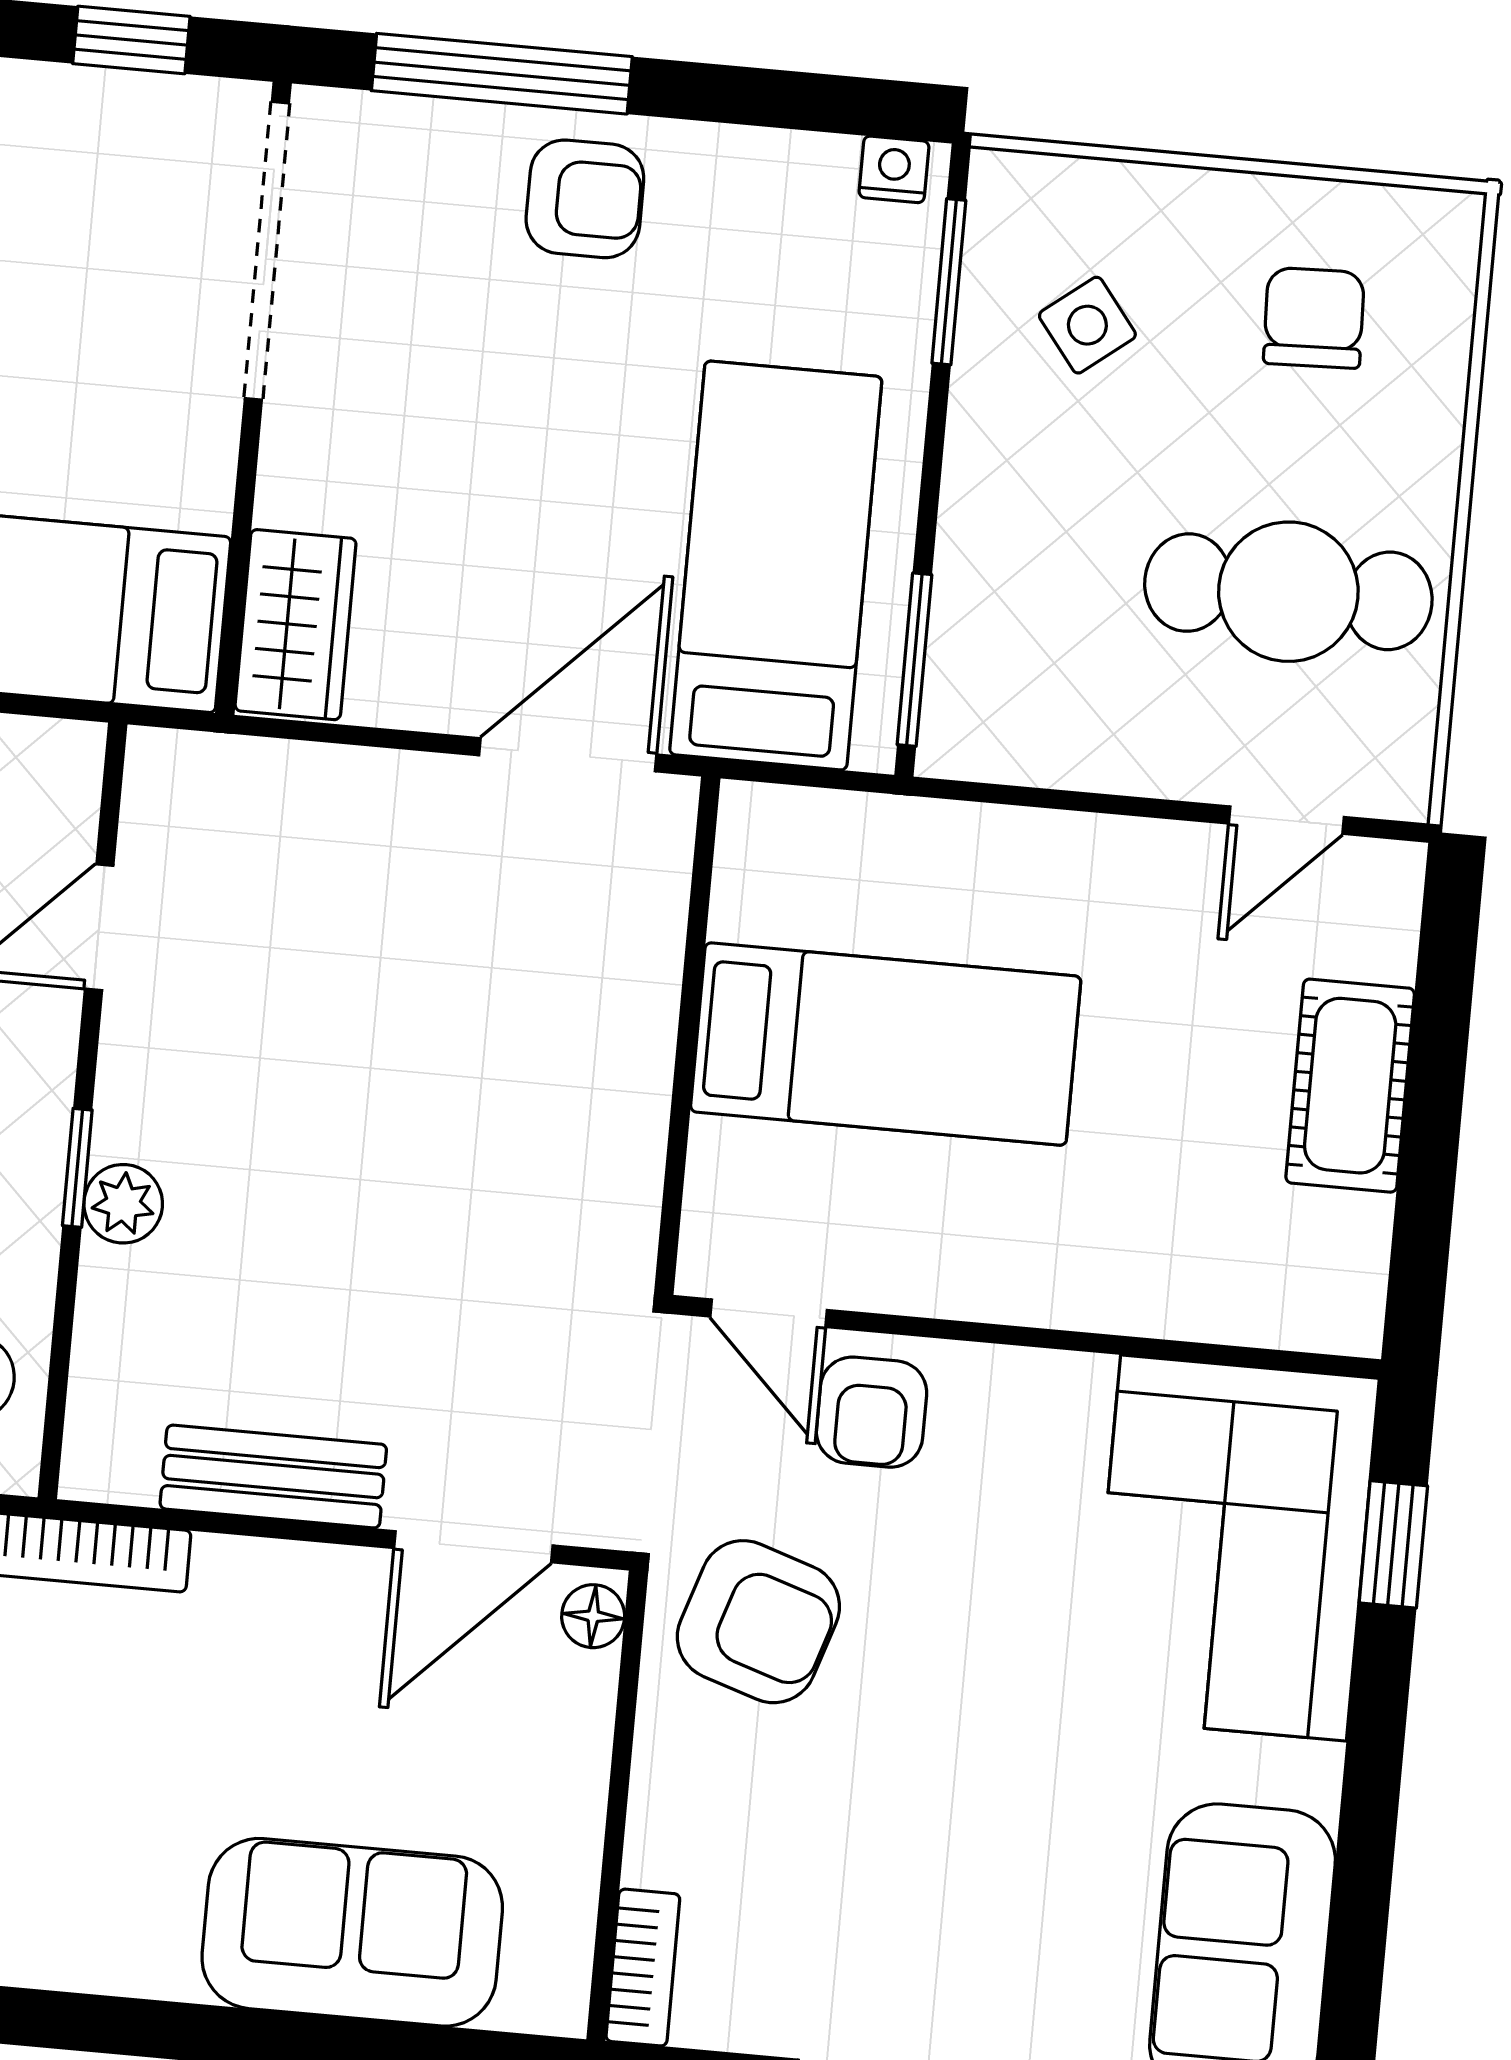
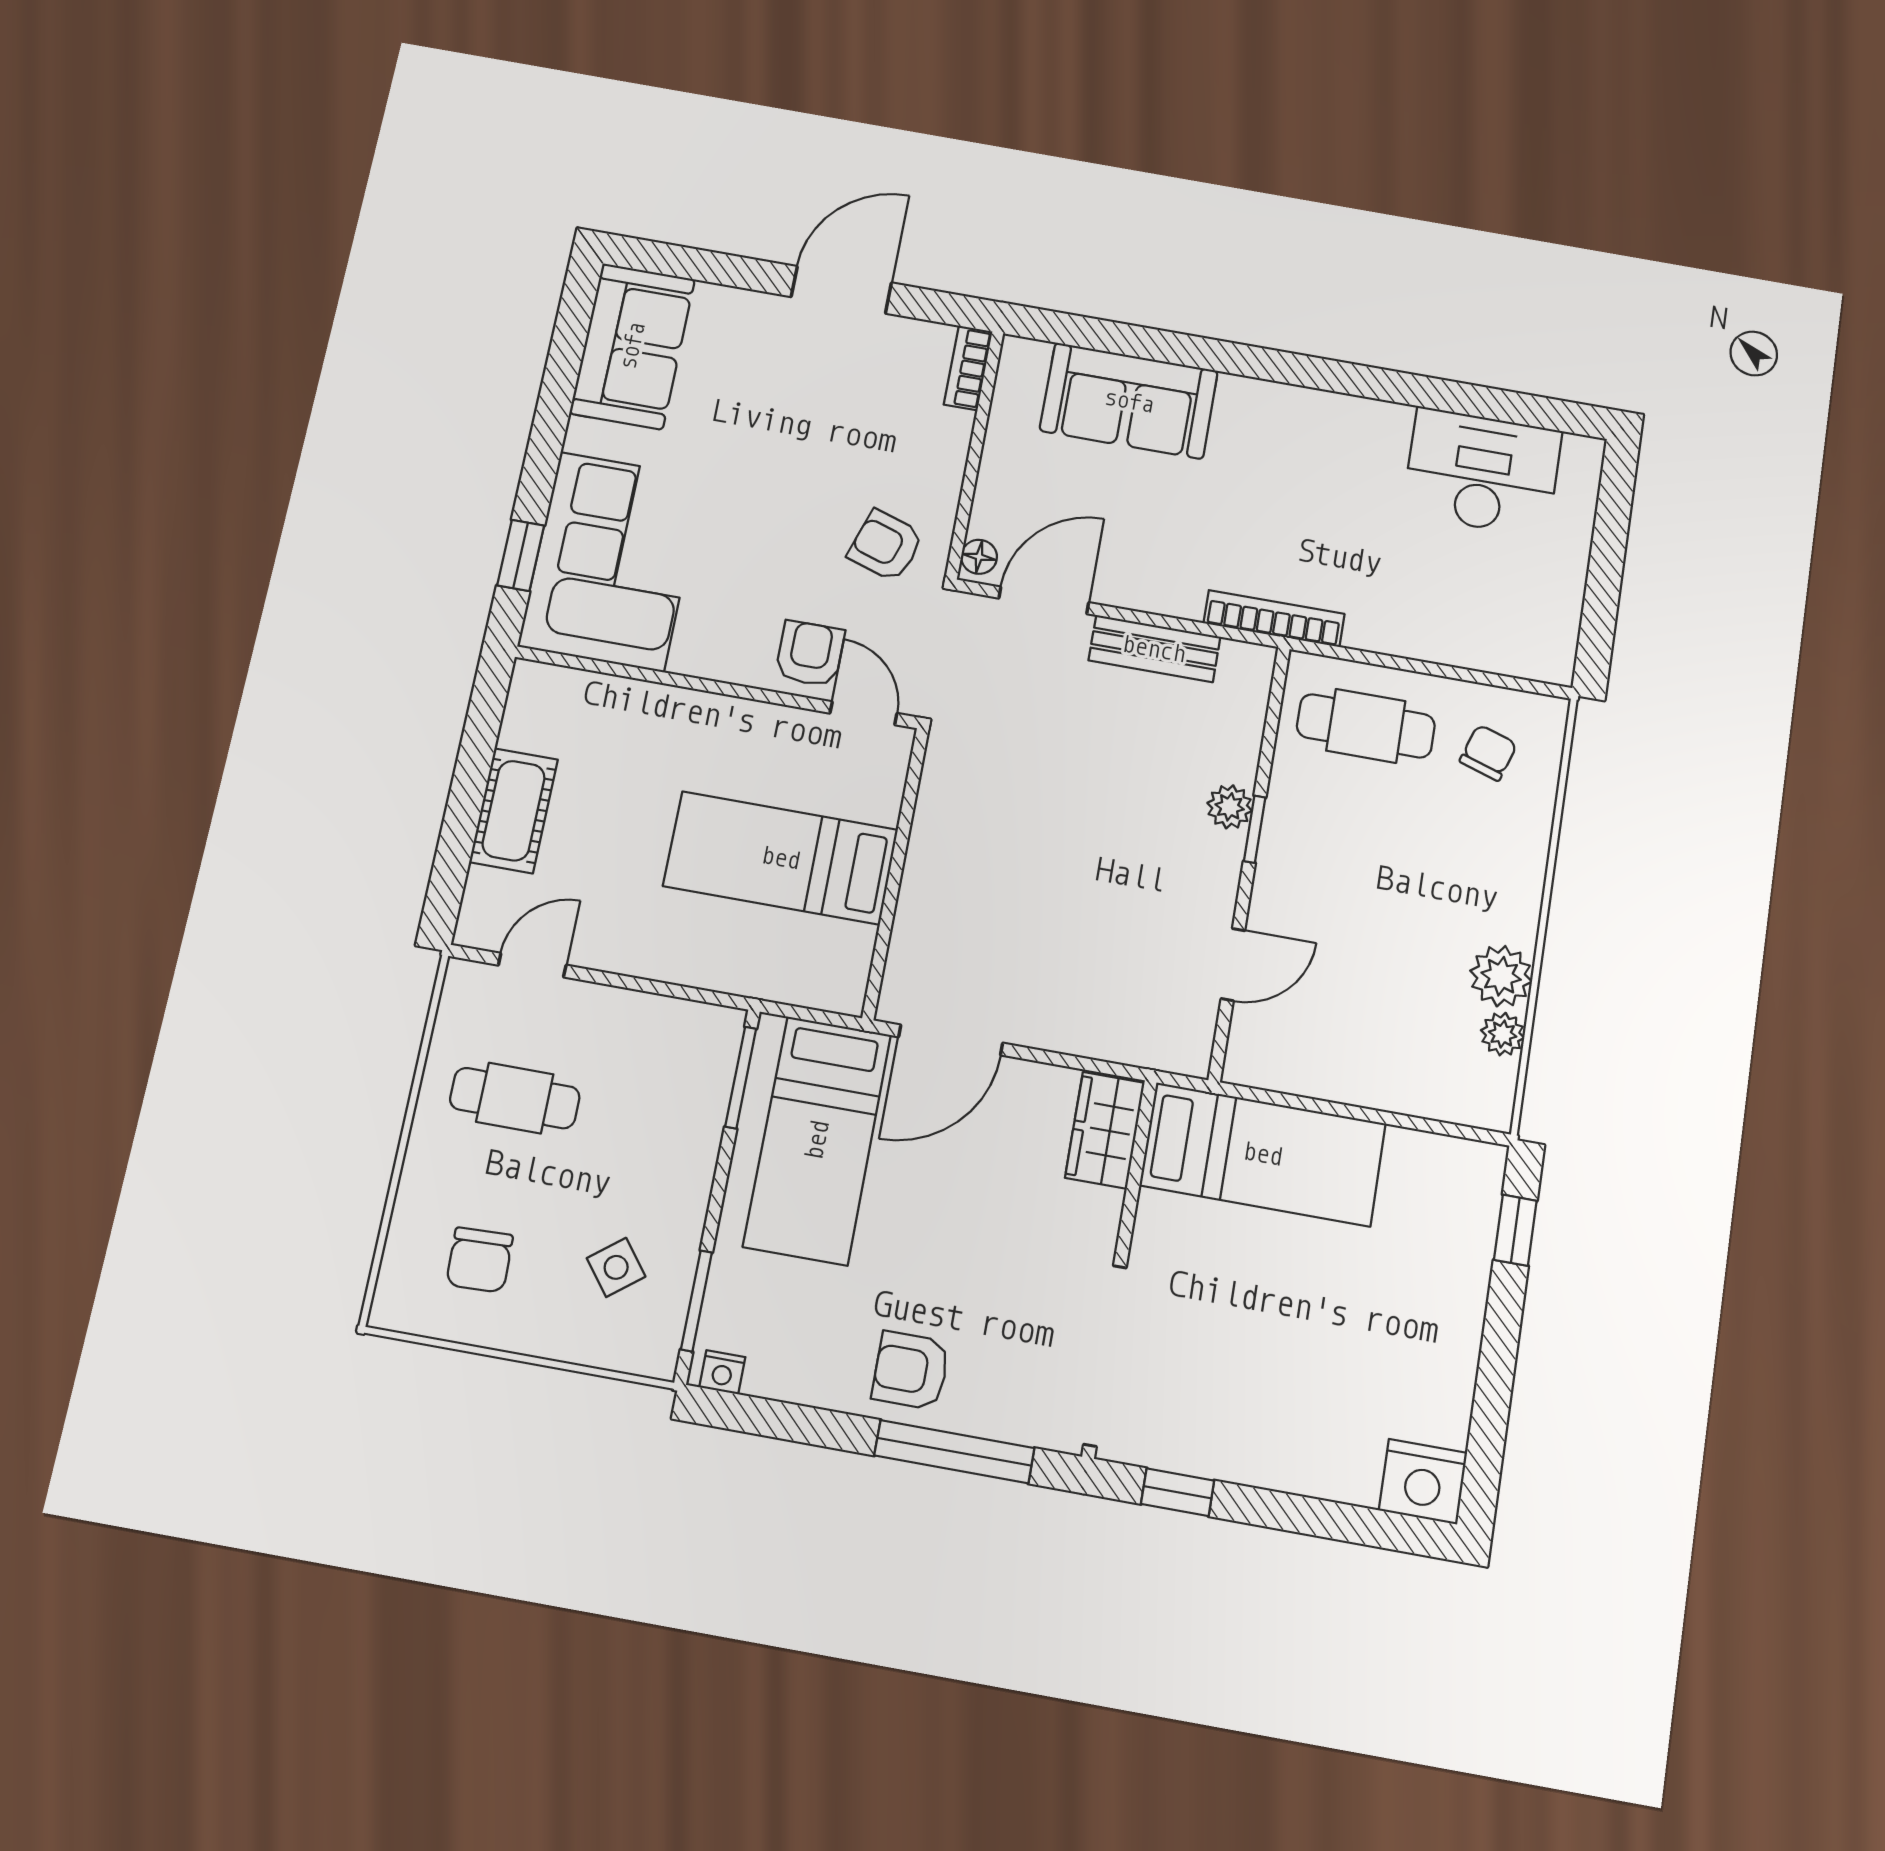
cafe table: (1288, 592) -> (515, 1098), width x0.73, depth x0.74
armchair: (758, 1622) -> (886, 546), width x0.72, depth x0.72

